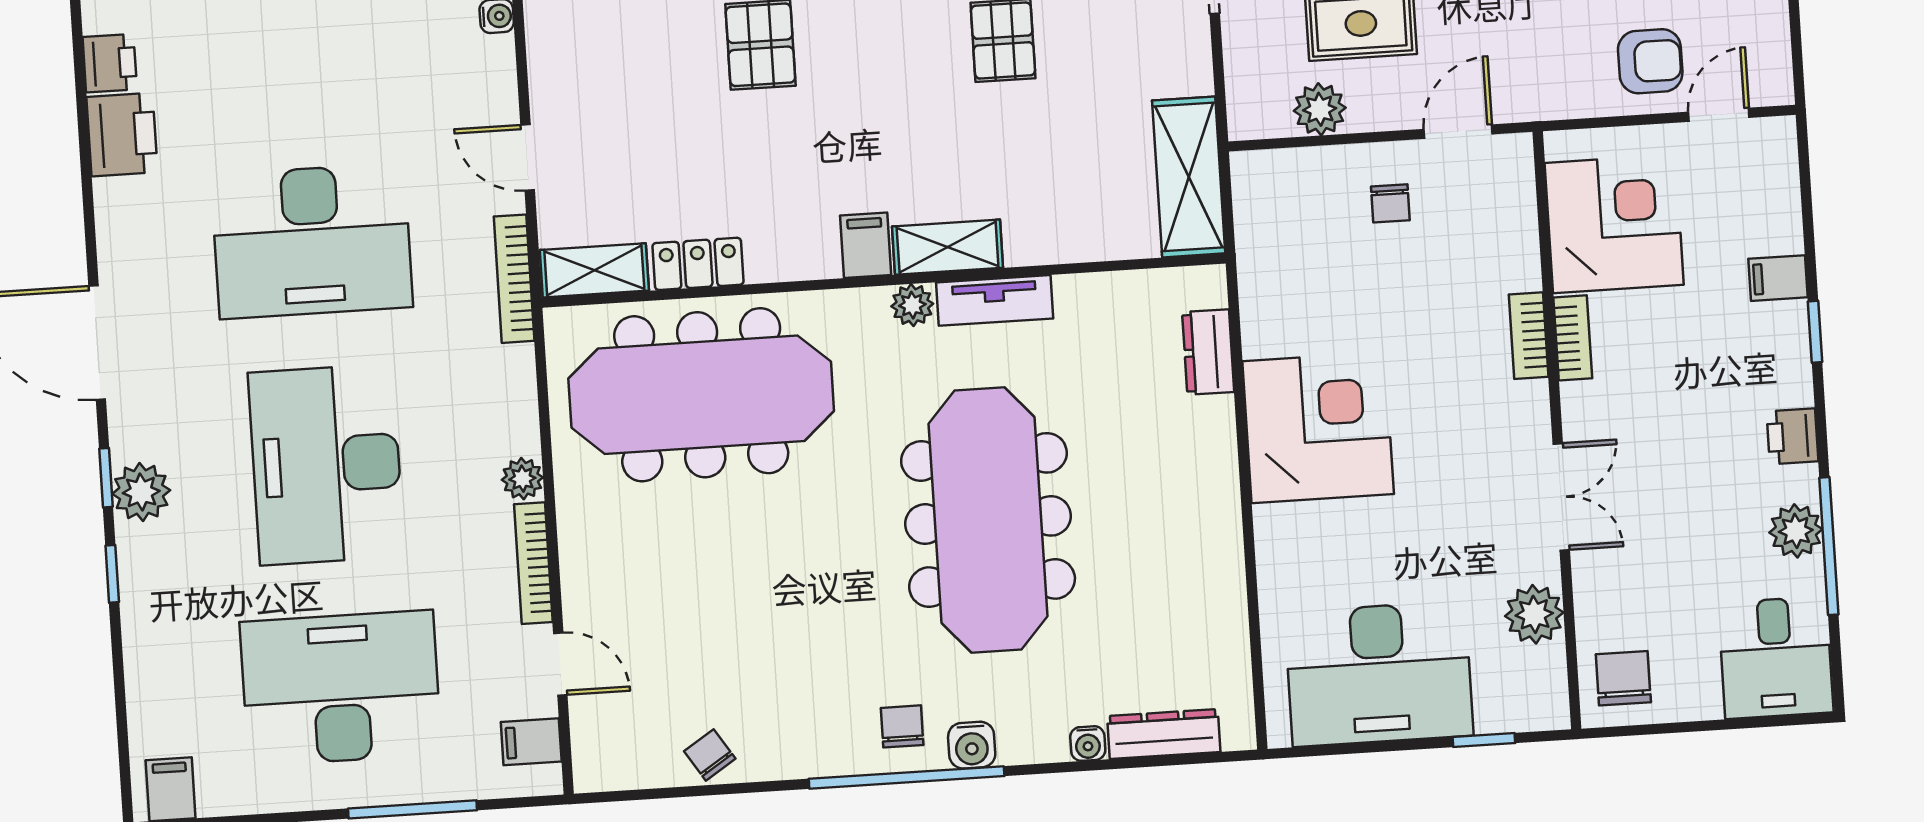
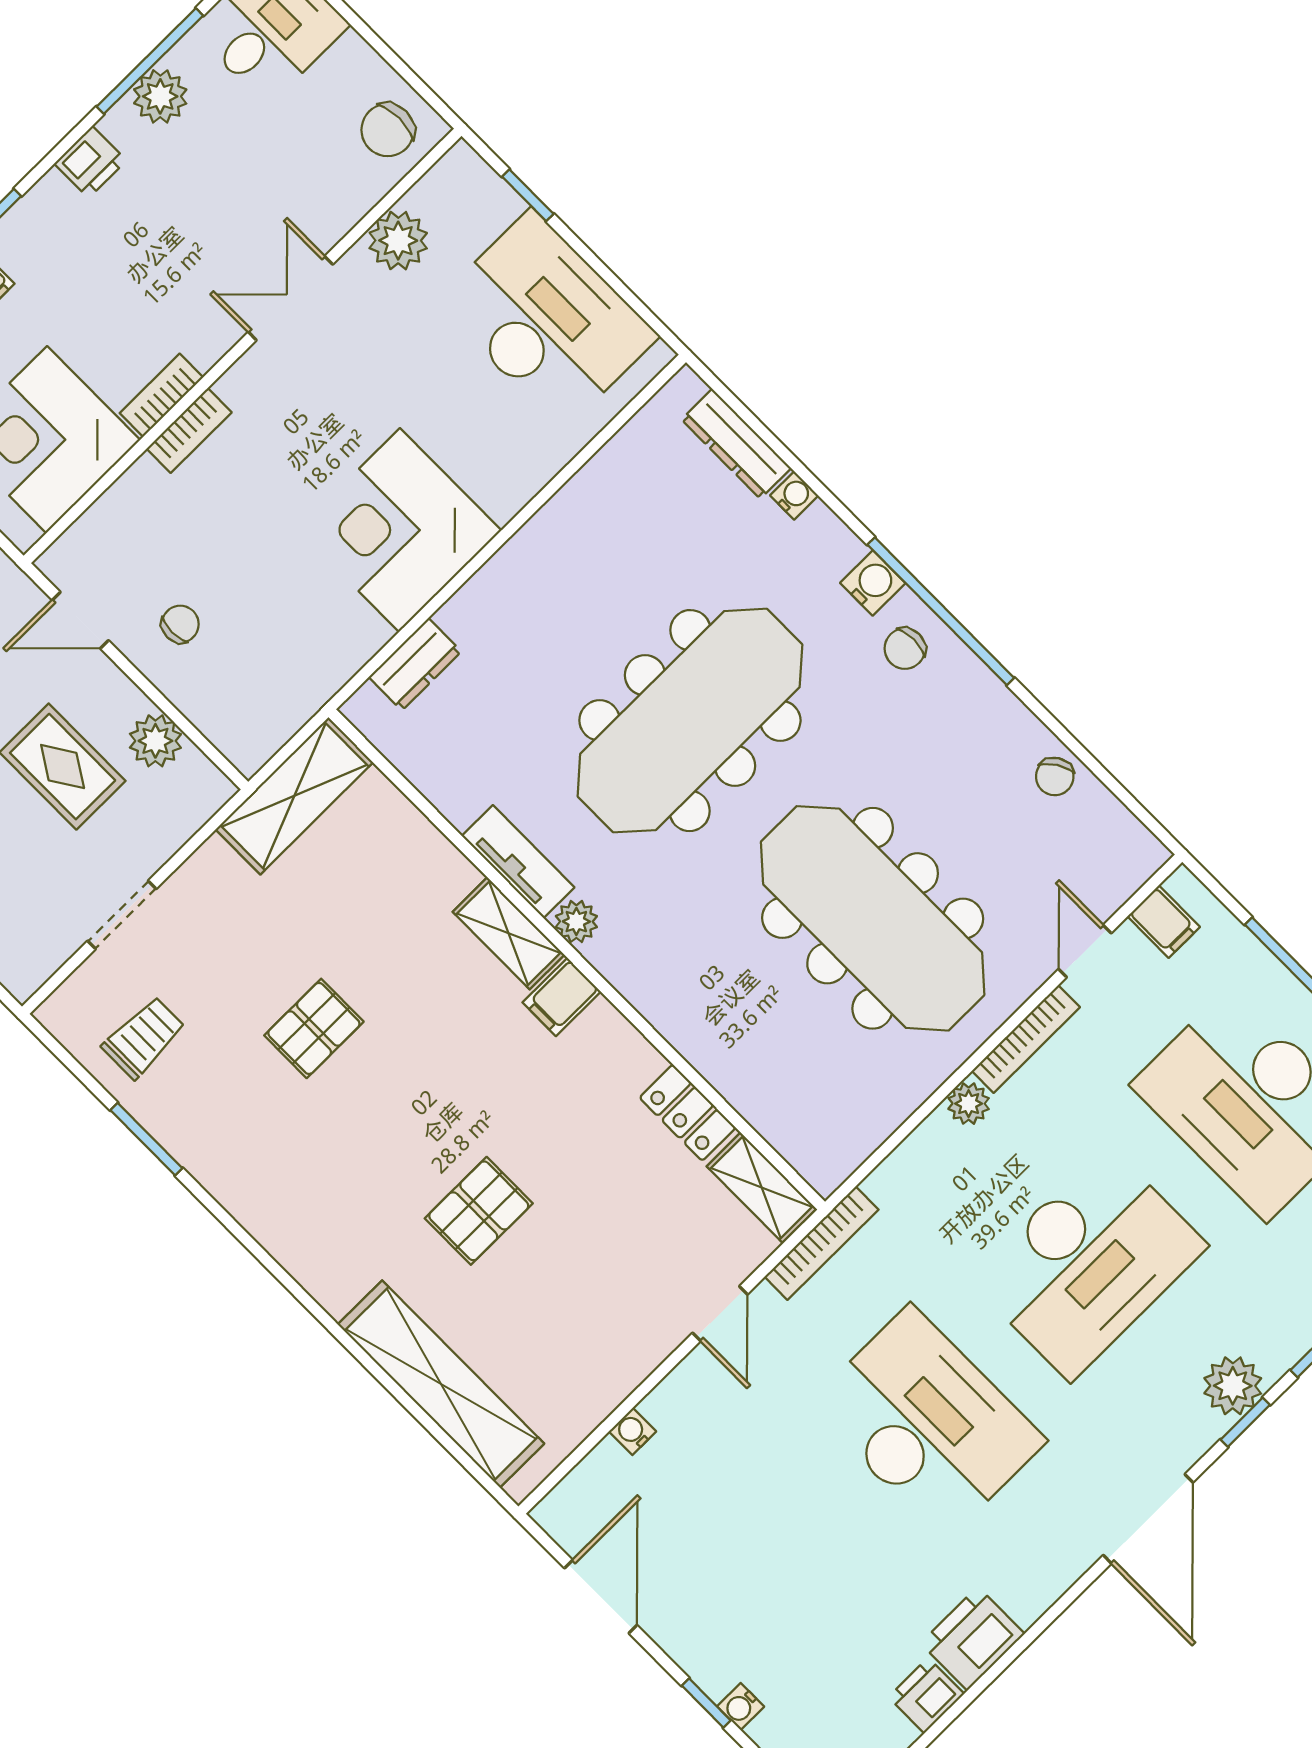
meeting table: (701, 395) -> (873, 918), moved

